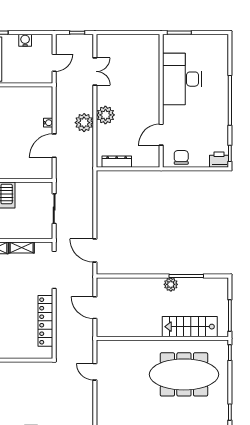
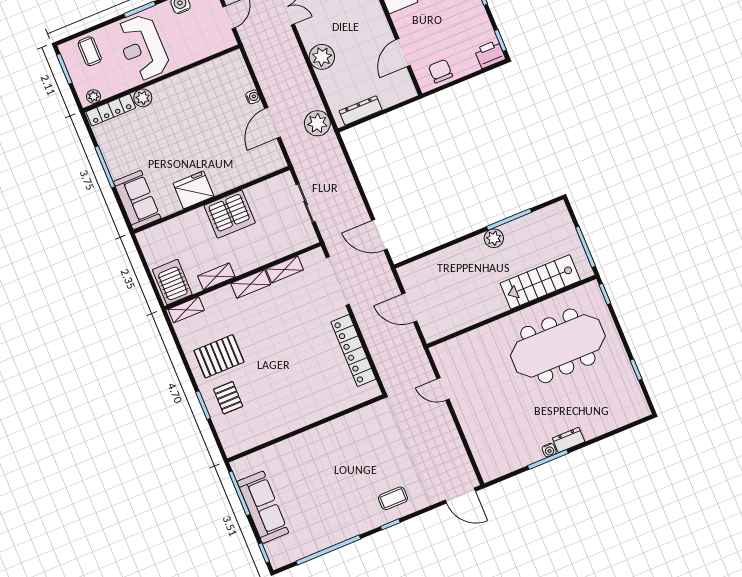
plant: (84, 123) -> (317, 123), moved

